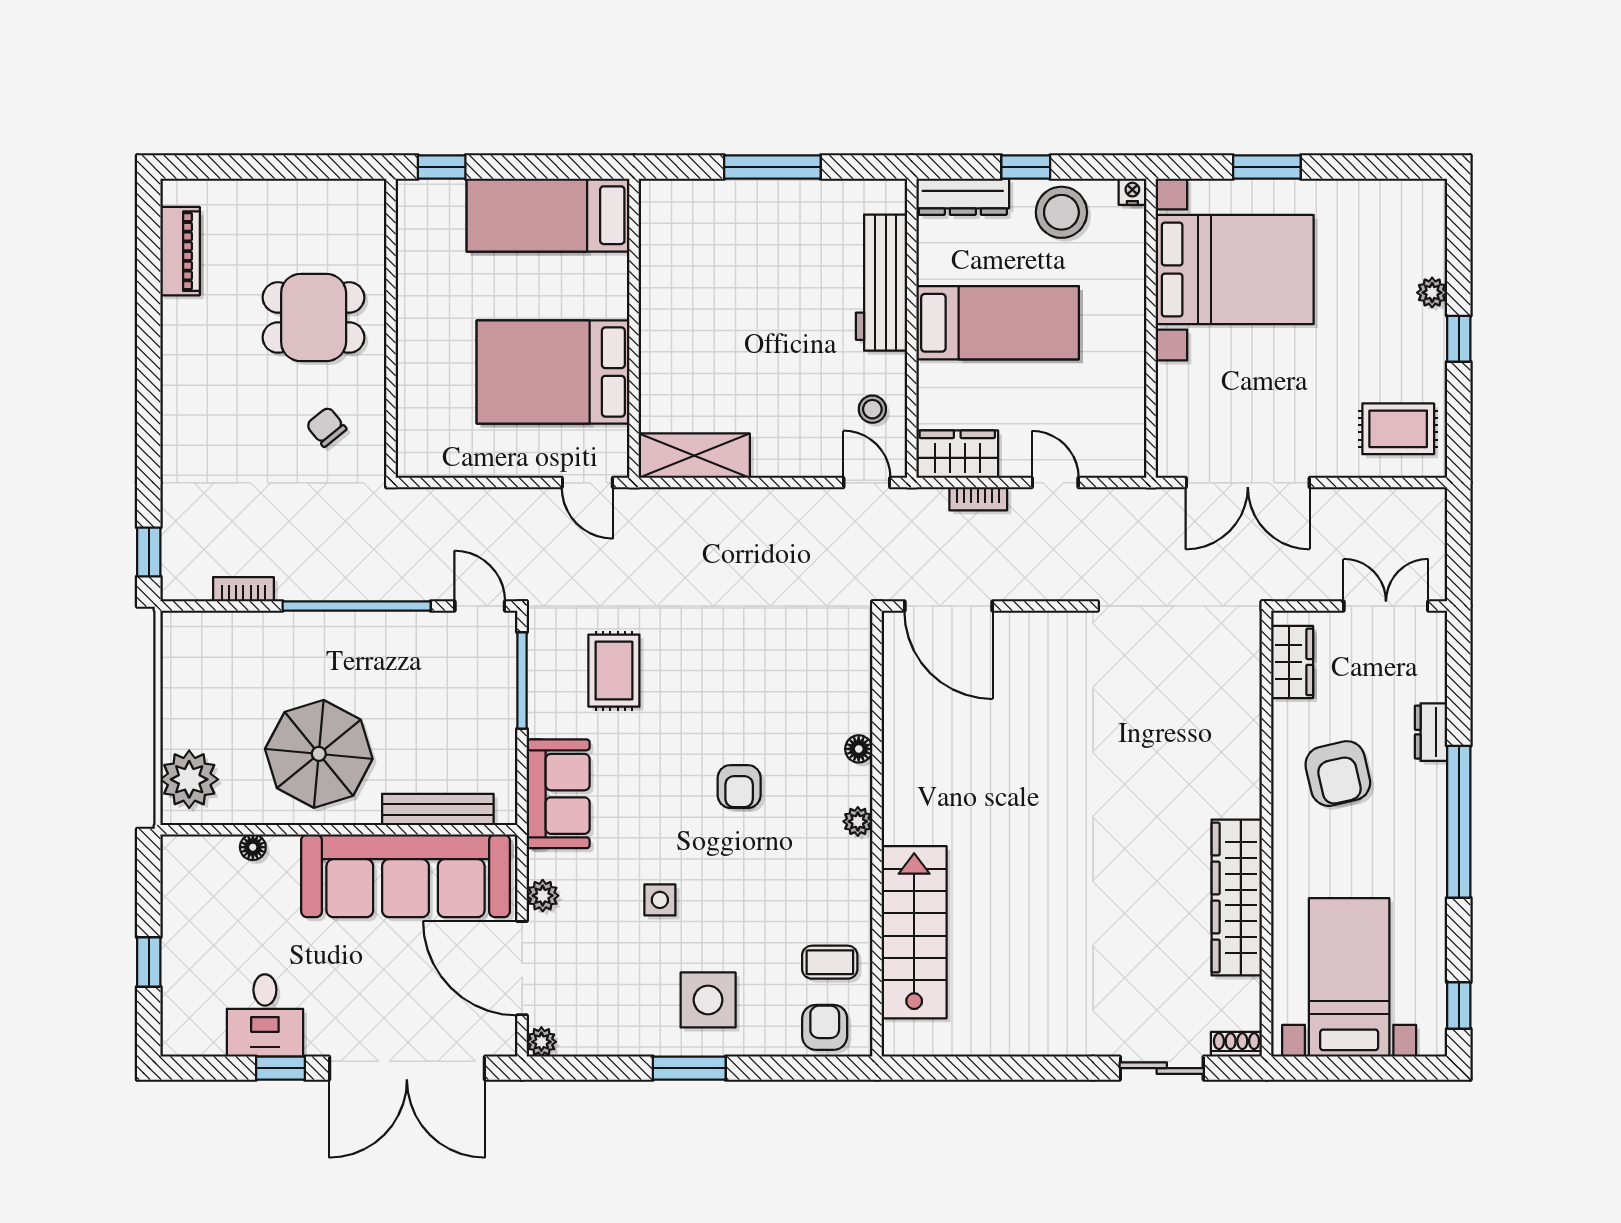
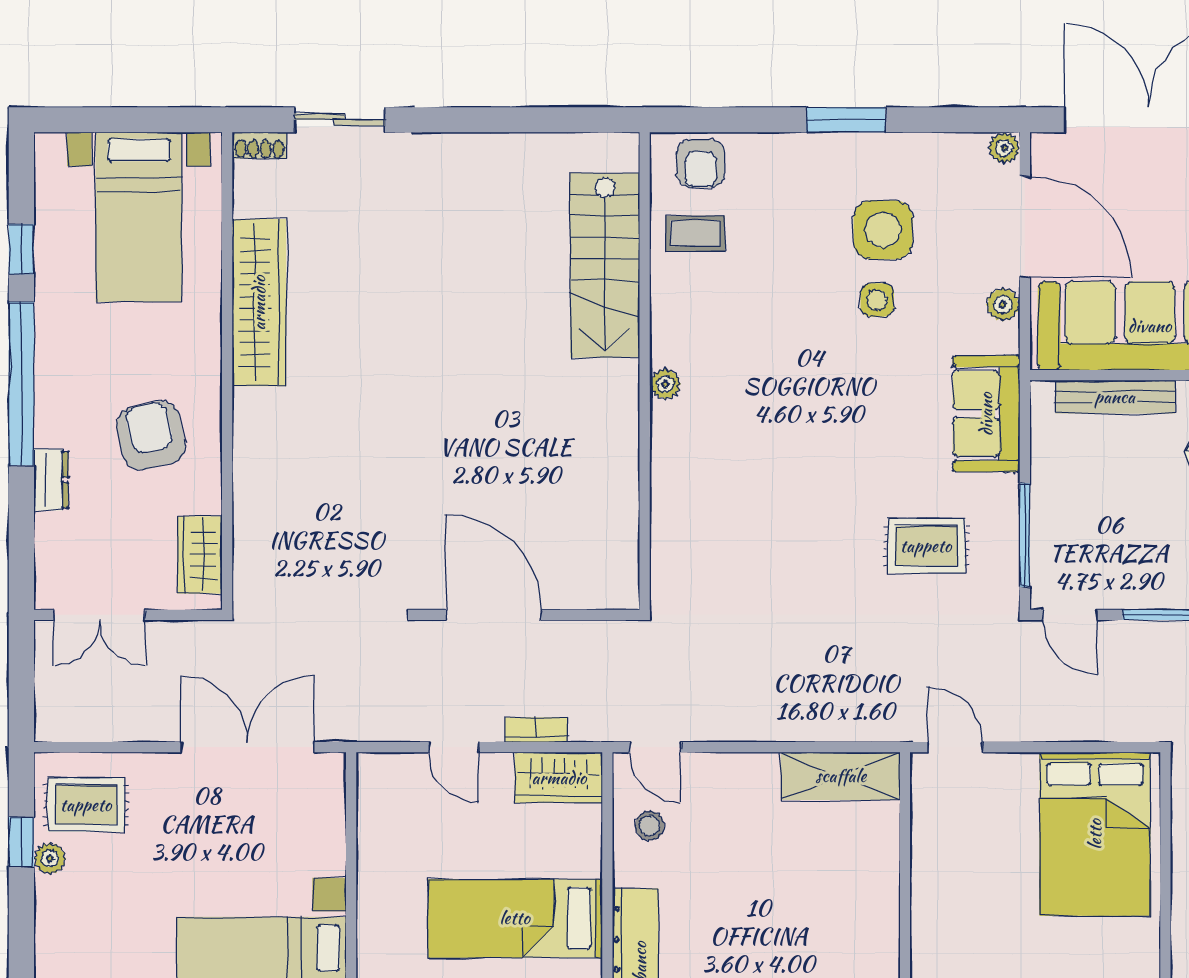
plant: (1432, 293) -> (50, 858), moved
window: (1459, 339) -> (21, 842), moved
bed: (553, 372) -> (1095, 834), moved, turned 90
door: (948, 606) -> (494, 615), moved
rug: (614, 671) -> (926, 546), turned 90
floor lamp: (859, 749) -> (664, 462), removed
armchair: (739, 787) -> (792, 421), removed
side table: (708, 1000) -> (883, 230), moved
window: (1459, 1006) -> (21, 249), moved

